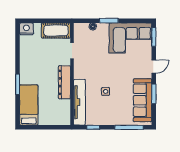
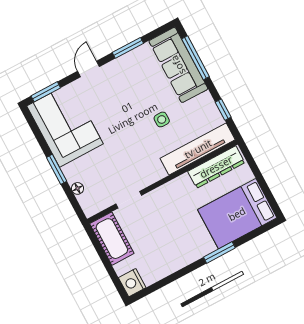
door: (154, 67) -> (88, 69), hinge flipped
dresser: (64, 82) -> (216, 167), moved
sofa: (142, 100) -> (178, 65), moved, turned 90
bed: (29, 105) -> (237, 214), width x1.50

